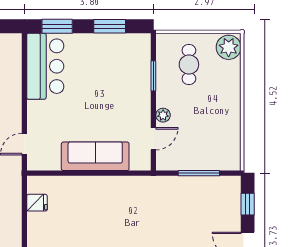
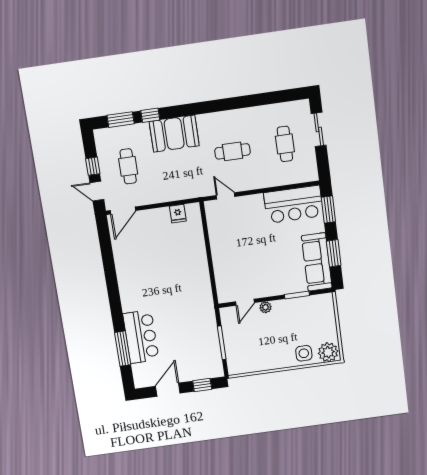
cafe table: (189, 65) -> (310, 322), removed
side table: (226, 77) -> (304, 353), added
door: (153, 139) -> (245, 302), hinge flipped
sofa: (95, 156) -> (317, 262), moved, turned 180

